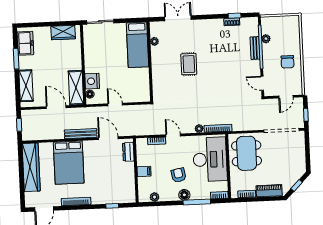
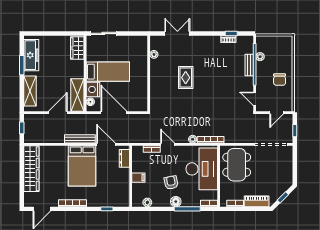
wardrobe: (63, 33) -> (77, 48), moved, turned 90
freezer: (25, 43) -> (31, 55), width x1.40
bed: (138, 45) -> (108, 72), moved, turned -90
door: (115, 104) -> (114, 113), width x1.87
door: (56, 107) -> (58, 113), hinge flipped
bed: (69, 163) -> (82, 166), moved

